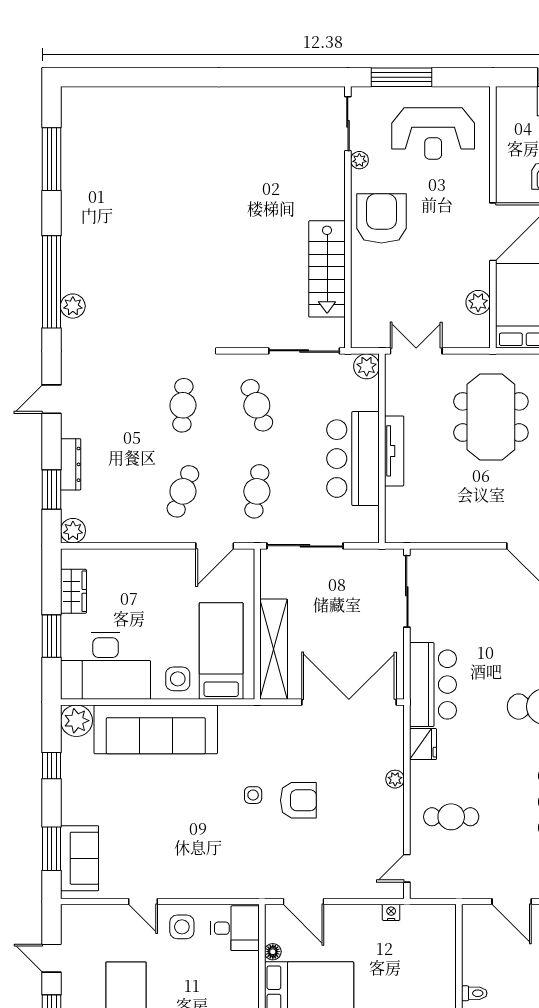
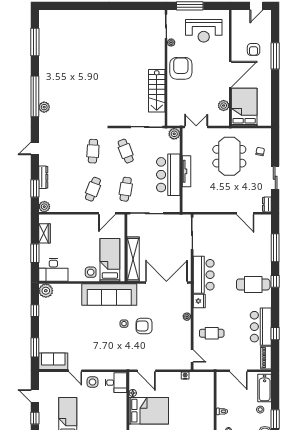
desk: (106, 666) -> (53, 270), width x0.73, depth x0.77
sofa: (156, 729) -> (109, 295), moved
armchair: (298, 800) -> (144, 326), turned 180
sofa: (79, 858) -> (53, 361), moved, turned -90
door: (407, 868) -> (192, 356), swing flipped

